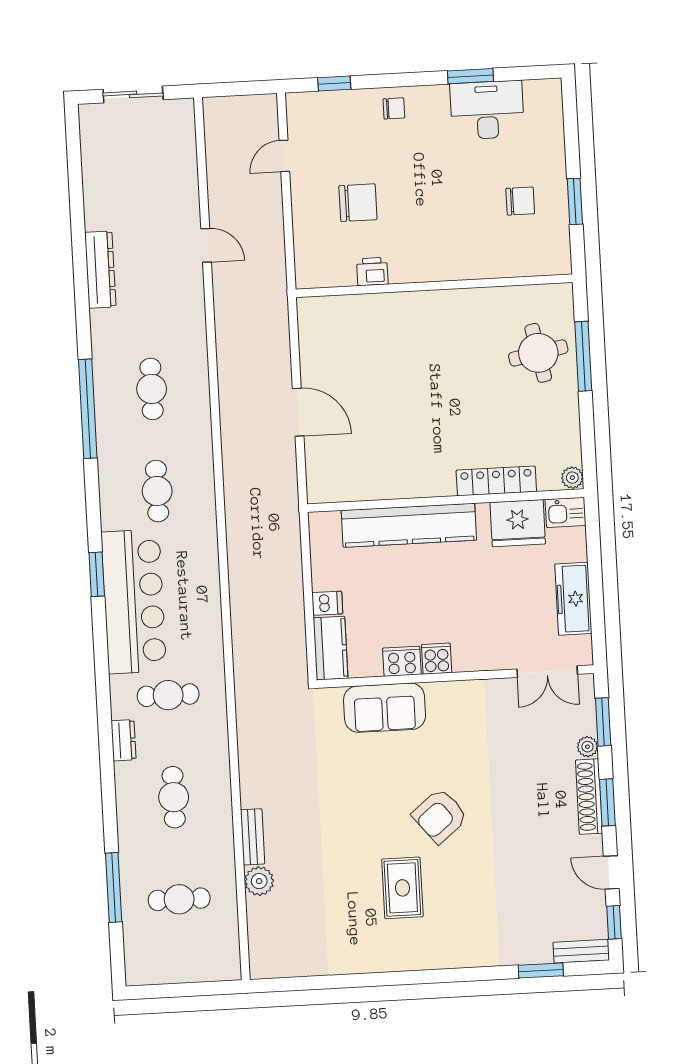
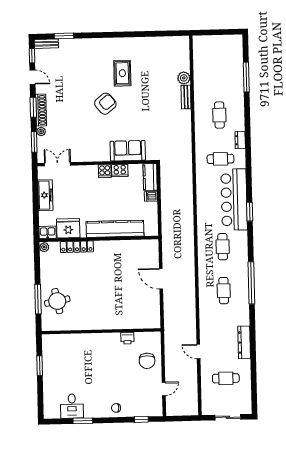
desk: (487, 110) -> (72, 406), width x0.73
chair: (520, 201) -> (63, 367), removed
chair: (358, 203) -> (147, 361), moved, turned -90
cafe table: (179, 899) -> (226, 378), moved

